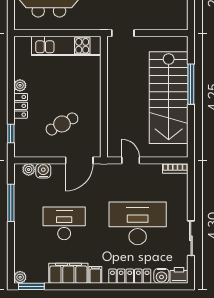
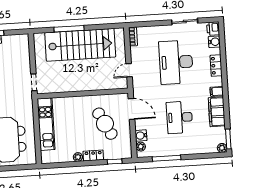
cafe table: (62, 124) -> (105, 124), width x1.37, depth x1.35
locker: (130, 276) -> (216, 66), width x0.66

